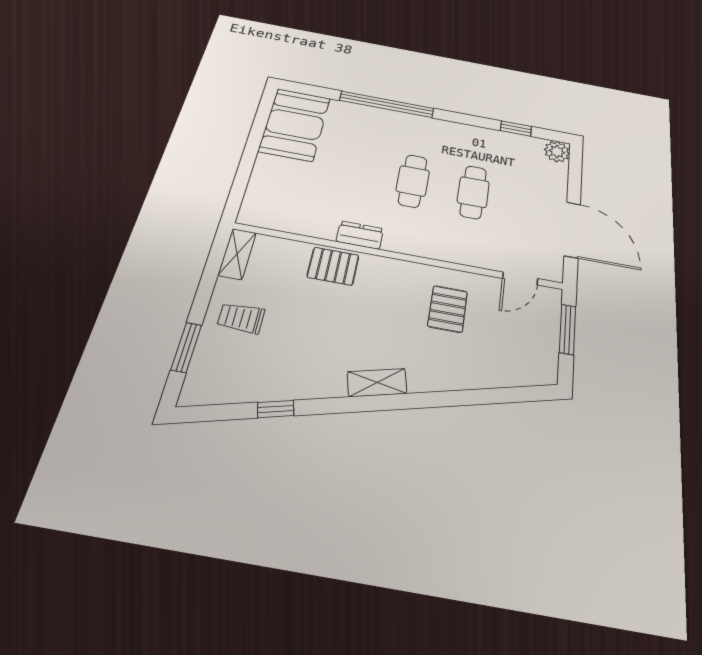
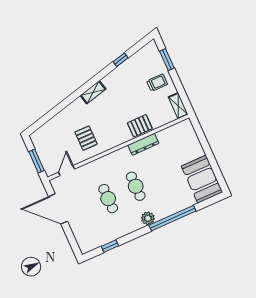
plant: (557, 152) -> (148, 218), moved
dresser: (360, 235) -> (143, 144), width x1.44

